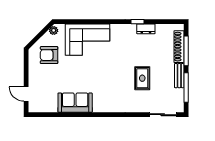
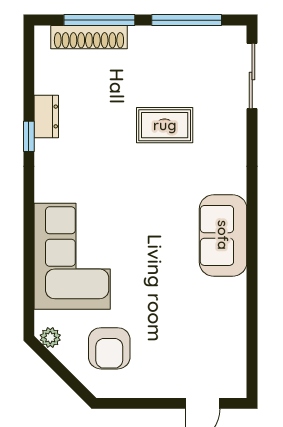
bench: (179, 76) -> (158, 36), removed
sofa: (75, 103) -> (223, 235), moved

